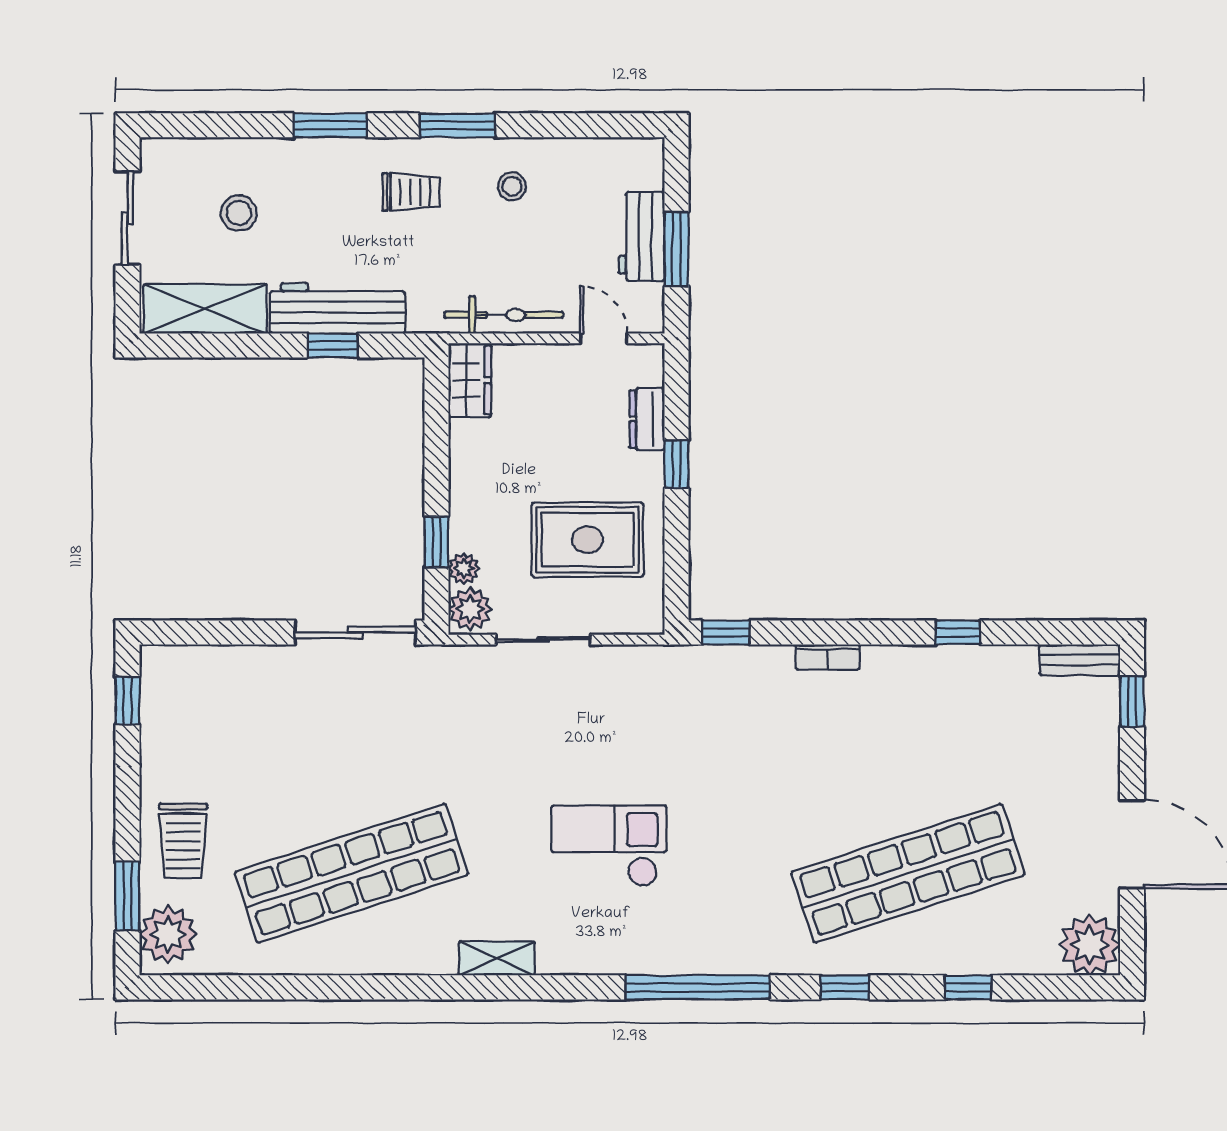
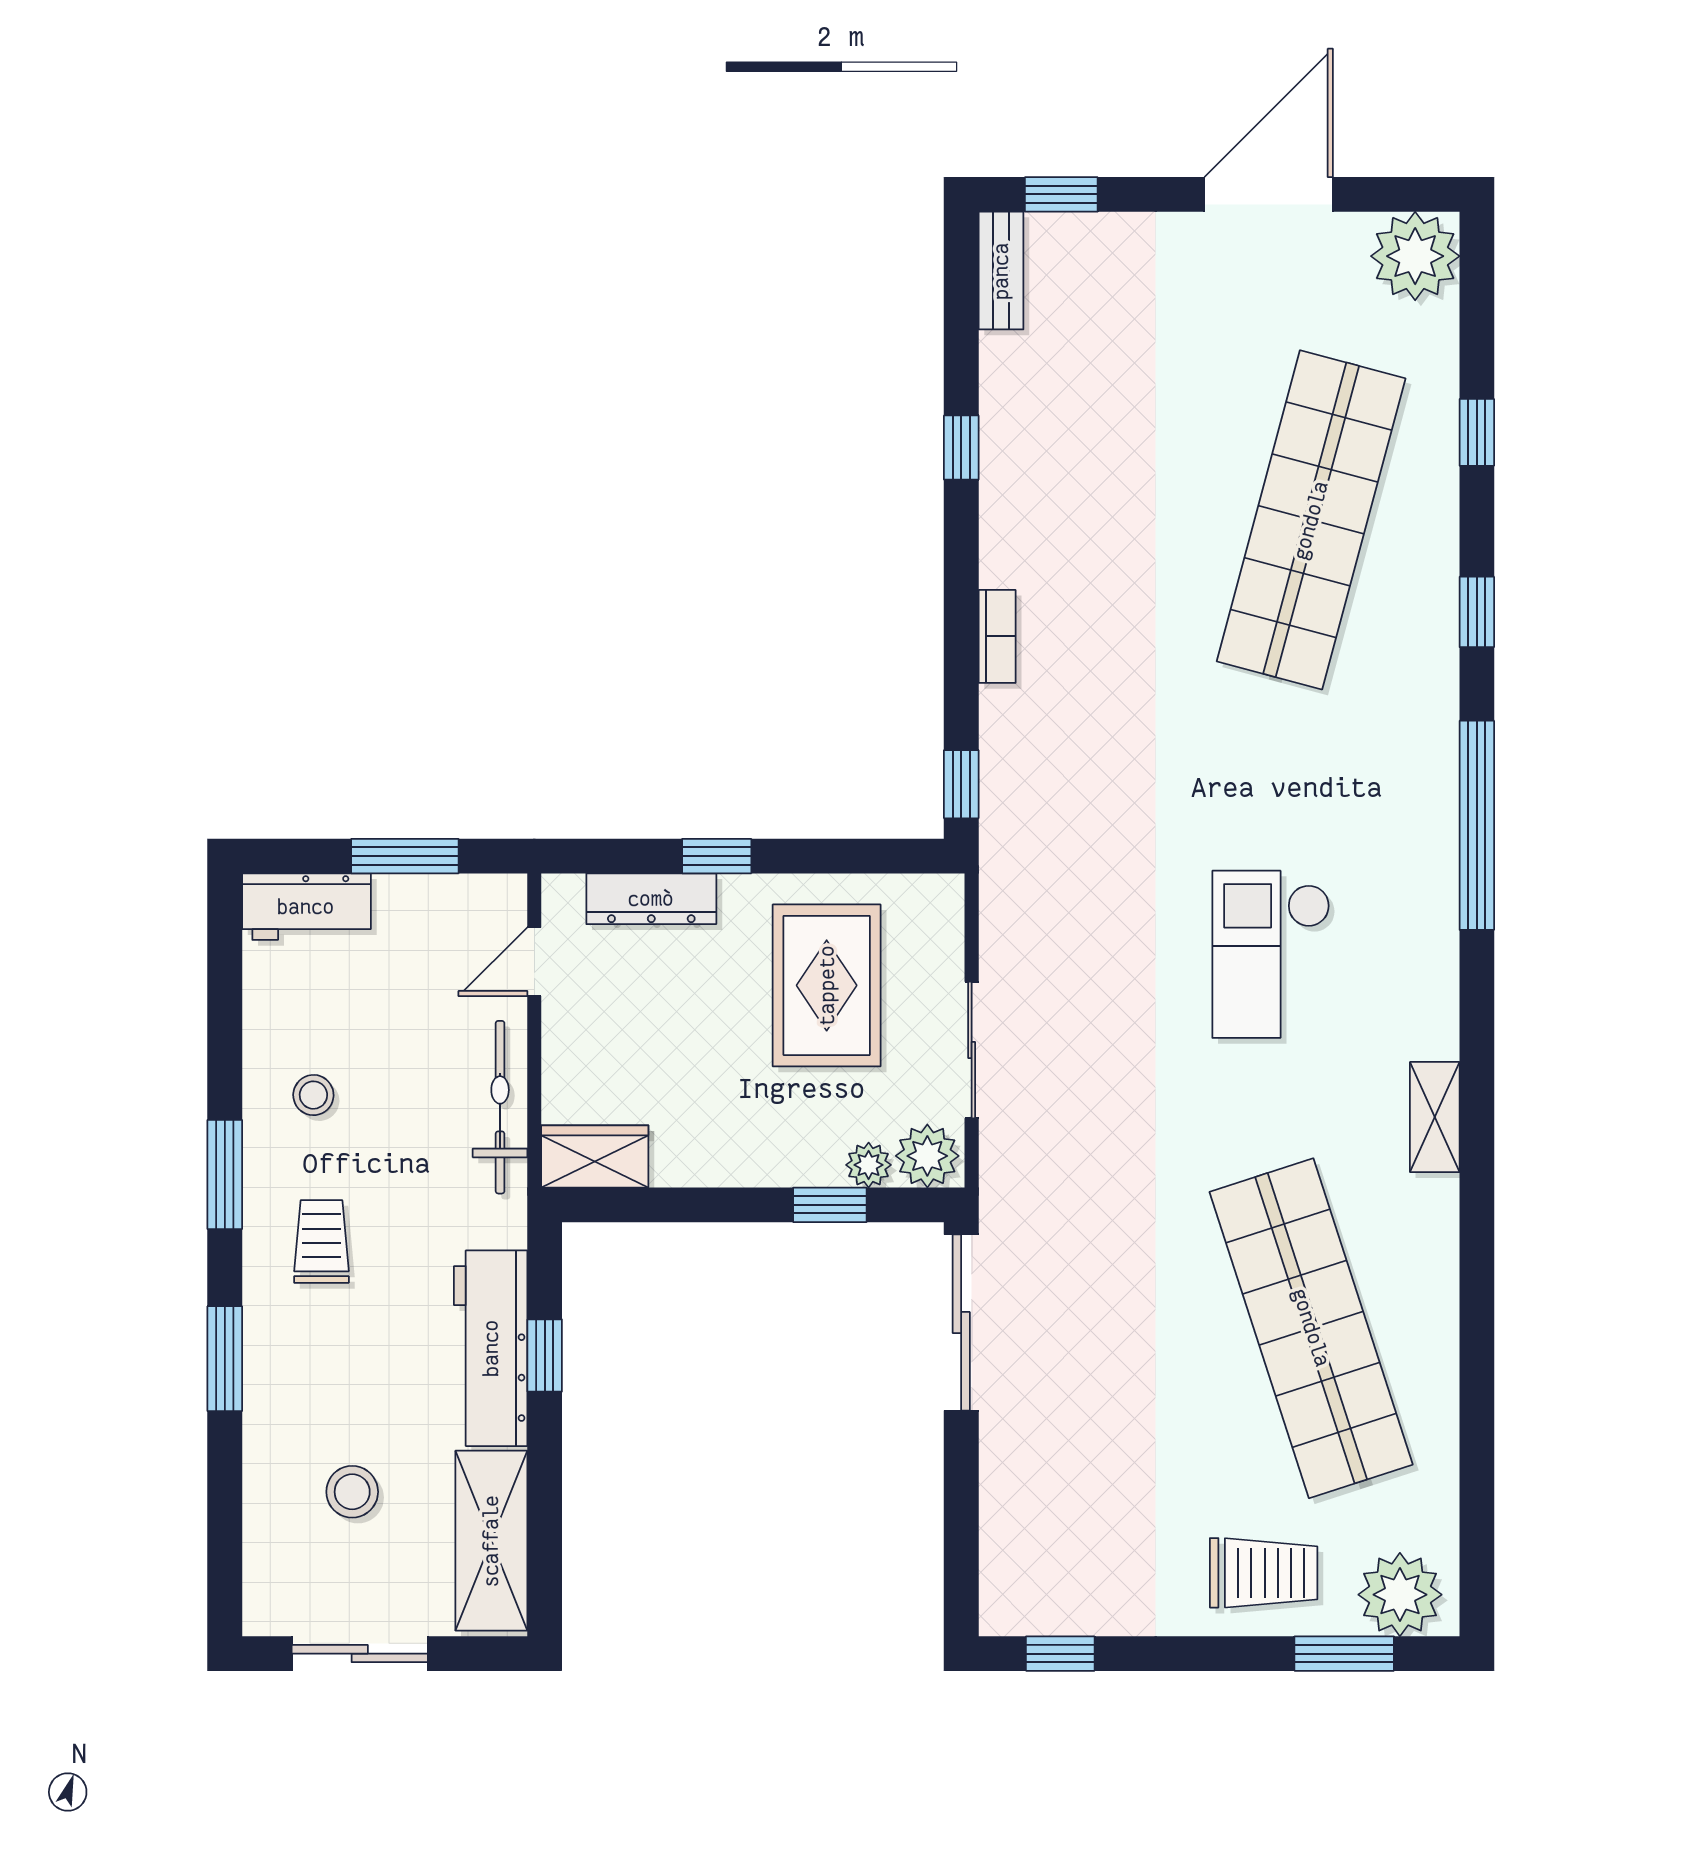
workbench: (642, 236) -> (306, 907), moved
dresser: (647, 419) -> (651, 899), width x1.44
shop shelf: (908, 873) -> (1311, 520), turned 33

